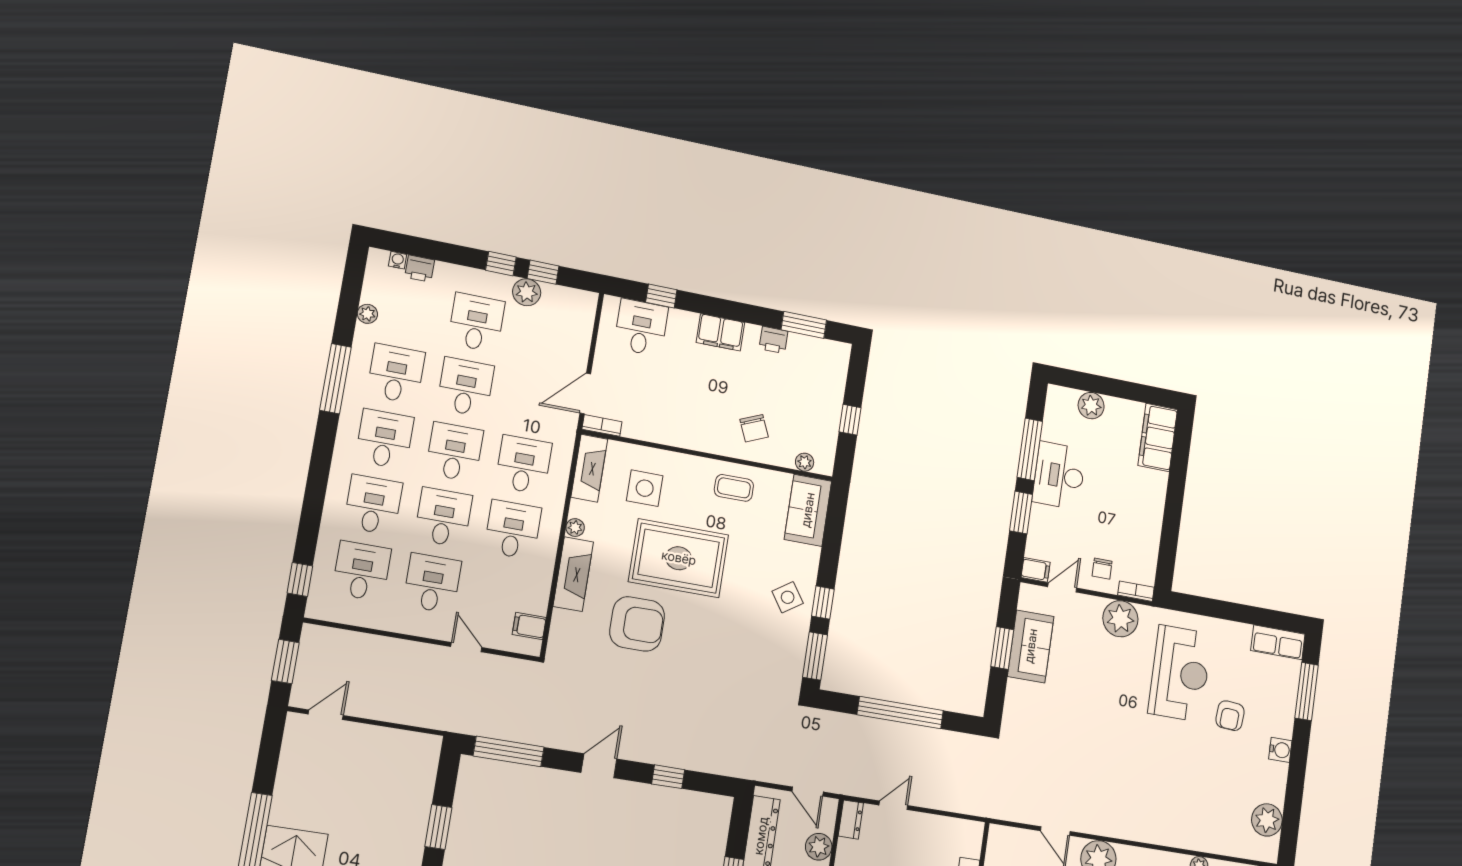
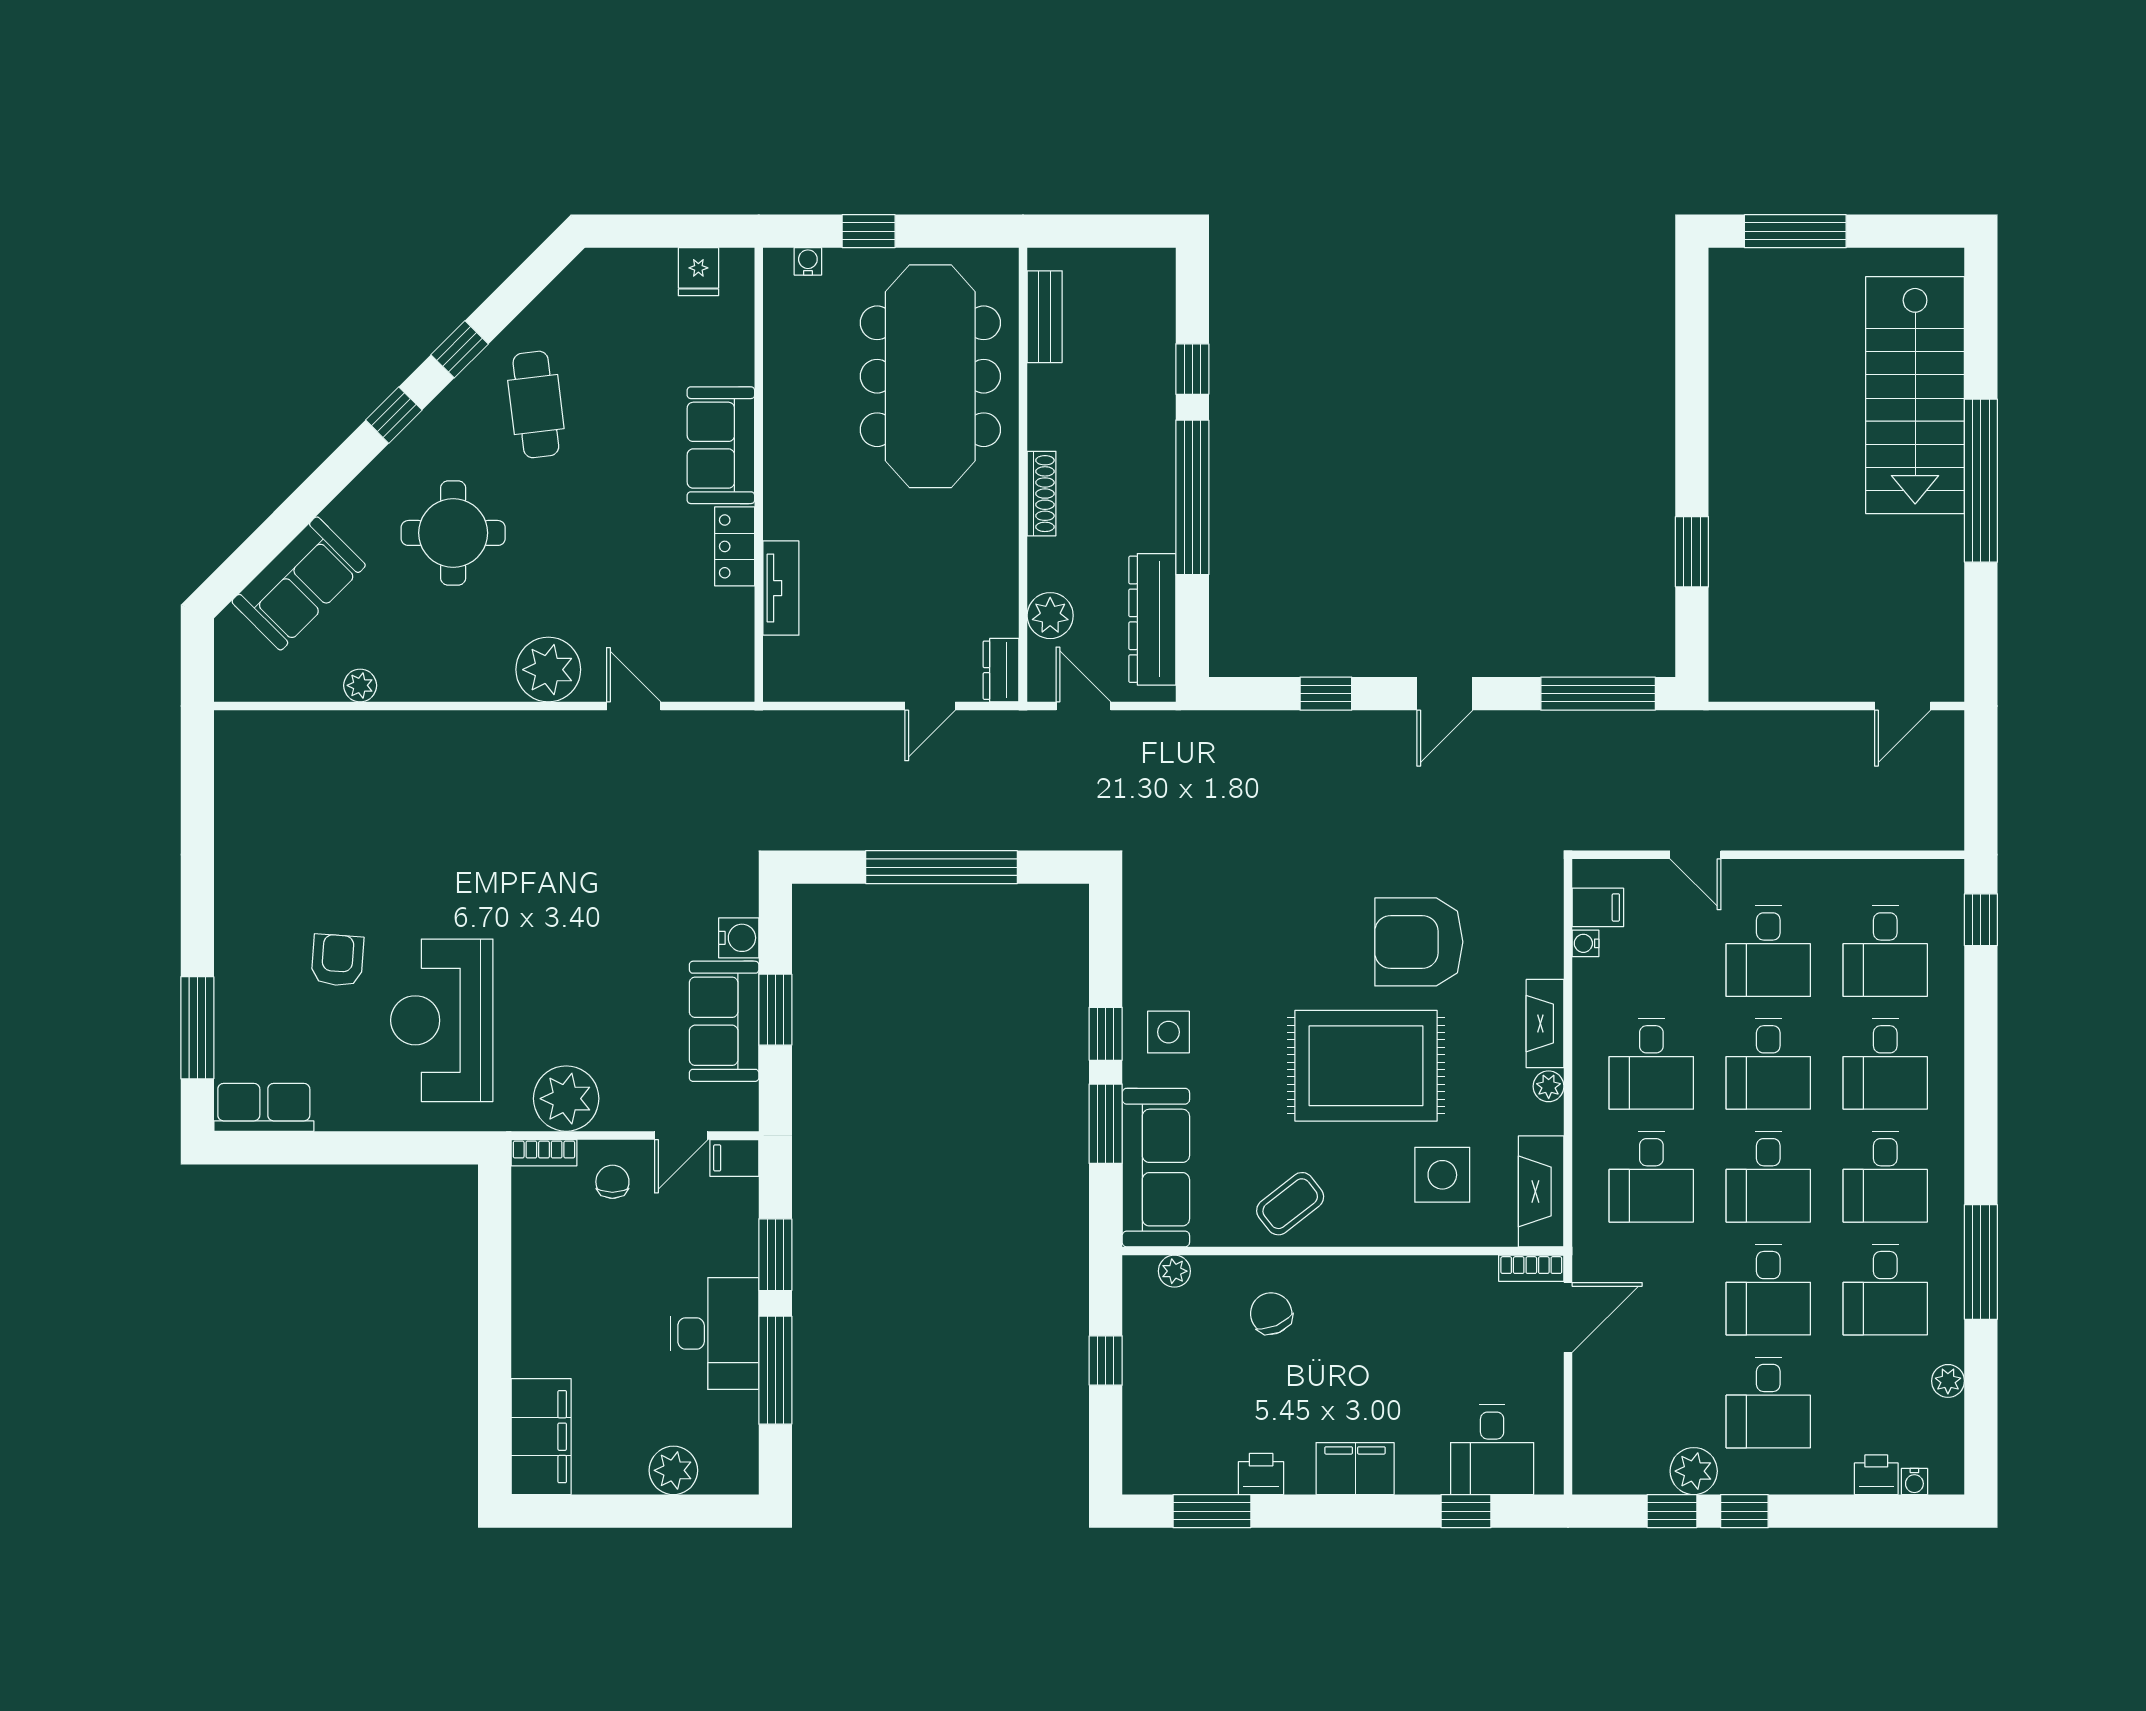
coffee table: (734, 488) -> (1290, 1204), turned -38
sofa: (808, 510) -> (1156, 1168), width x1.36
fireplace: (573, 574) -> (1545, 1024), width x0.73, depth x0.76
side table: (788, 597) -> (1168, 1032), turned 34
water cooler: (540, 606) -> (1585, 943), added
window: (815, 656) -> (1106, 1124), moved
window: (285, 662) -> (1981, 782), removed
water cooler: (1280, 750) -> (739, 938), moved, turned 180
plant: (1267, 820) -> (243, 786), removed

